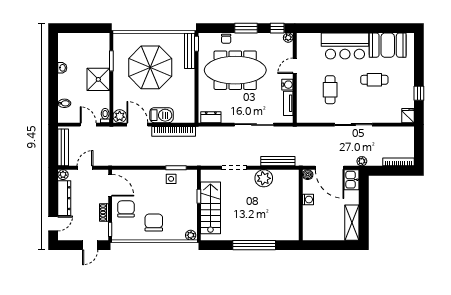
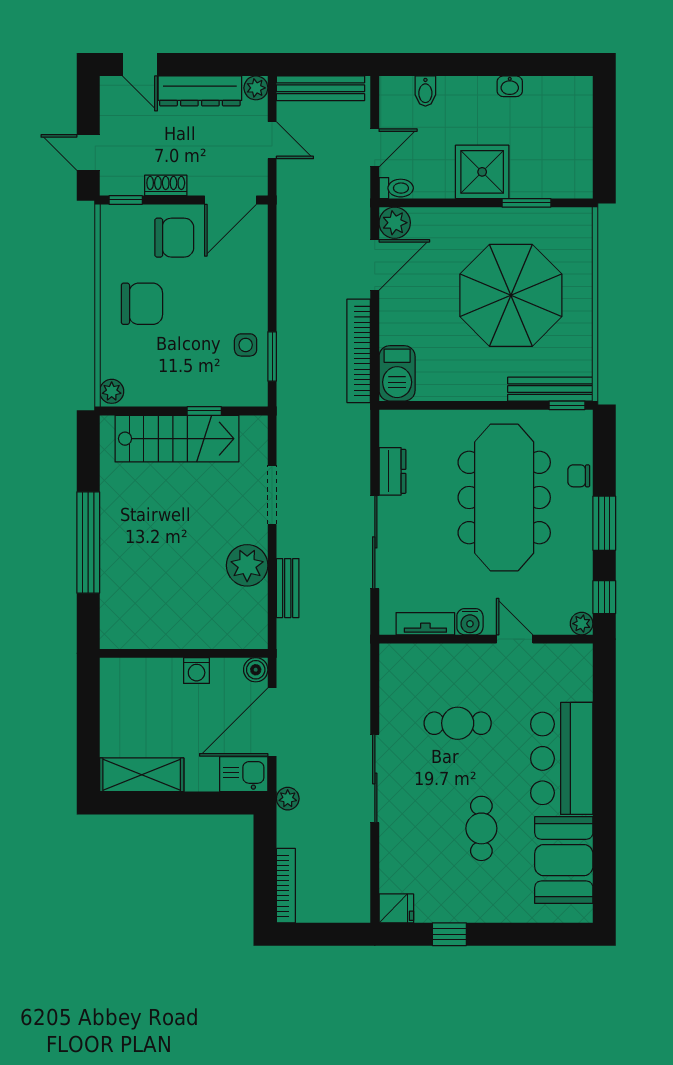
barbecue: (161, 115) -> (397, 373), moved
dresser: (211, 117) -> (392, 471), moved
bench: (278, 161) -> (288, 588), width x0.73

